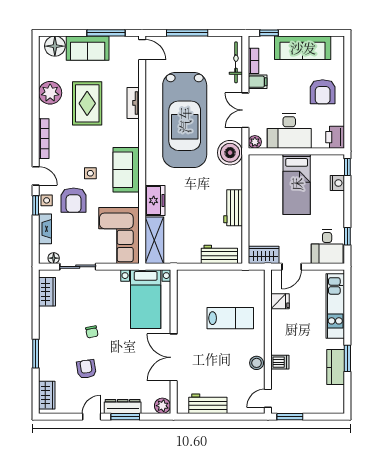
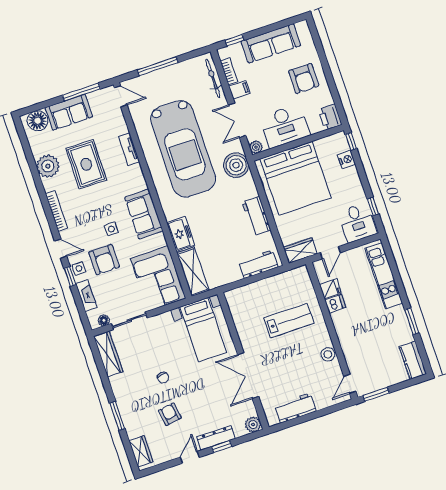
bed: (297, 184) -> (295, 178), width x2.04
wardrobe: (47, 292) -> (108, 354), width x1.50
dishwasher: (280, 362) -> (335, 304), moved
kitchen counter: (336, 367) -> (413, 360), moved
window: (125, 417) -> (222, 447), width x0.67

